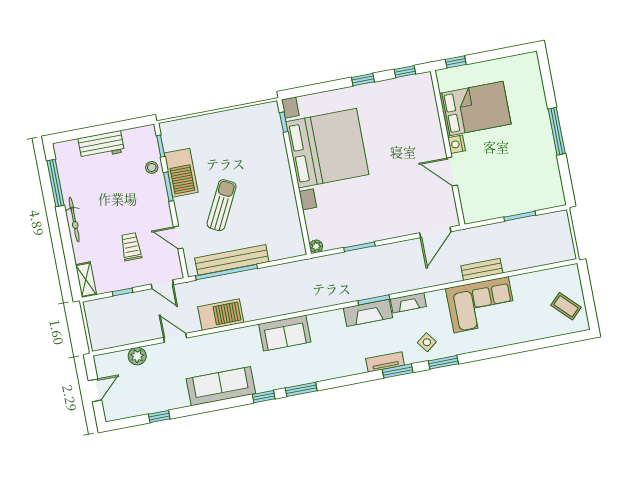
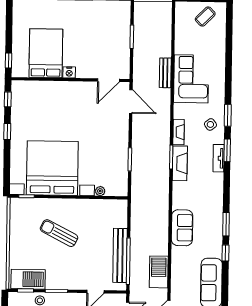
door: (452, 172) -> (108, 80), moved
barbecue: (181, 173) -> (28, 279), moved
sun lounger: (222, 205) -> (59, 233), moved
plant: (316, 246) -> (100, 191), moved

